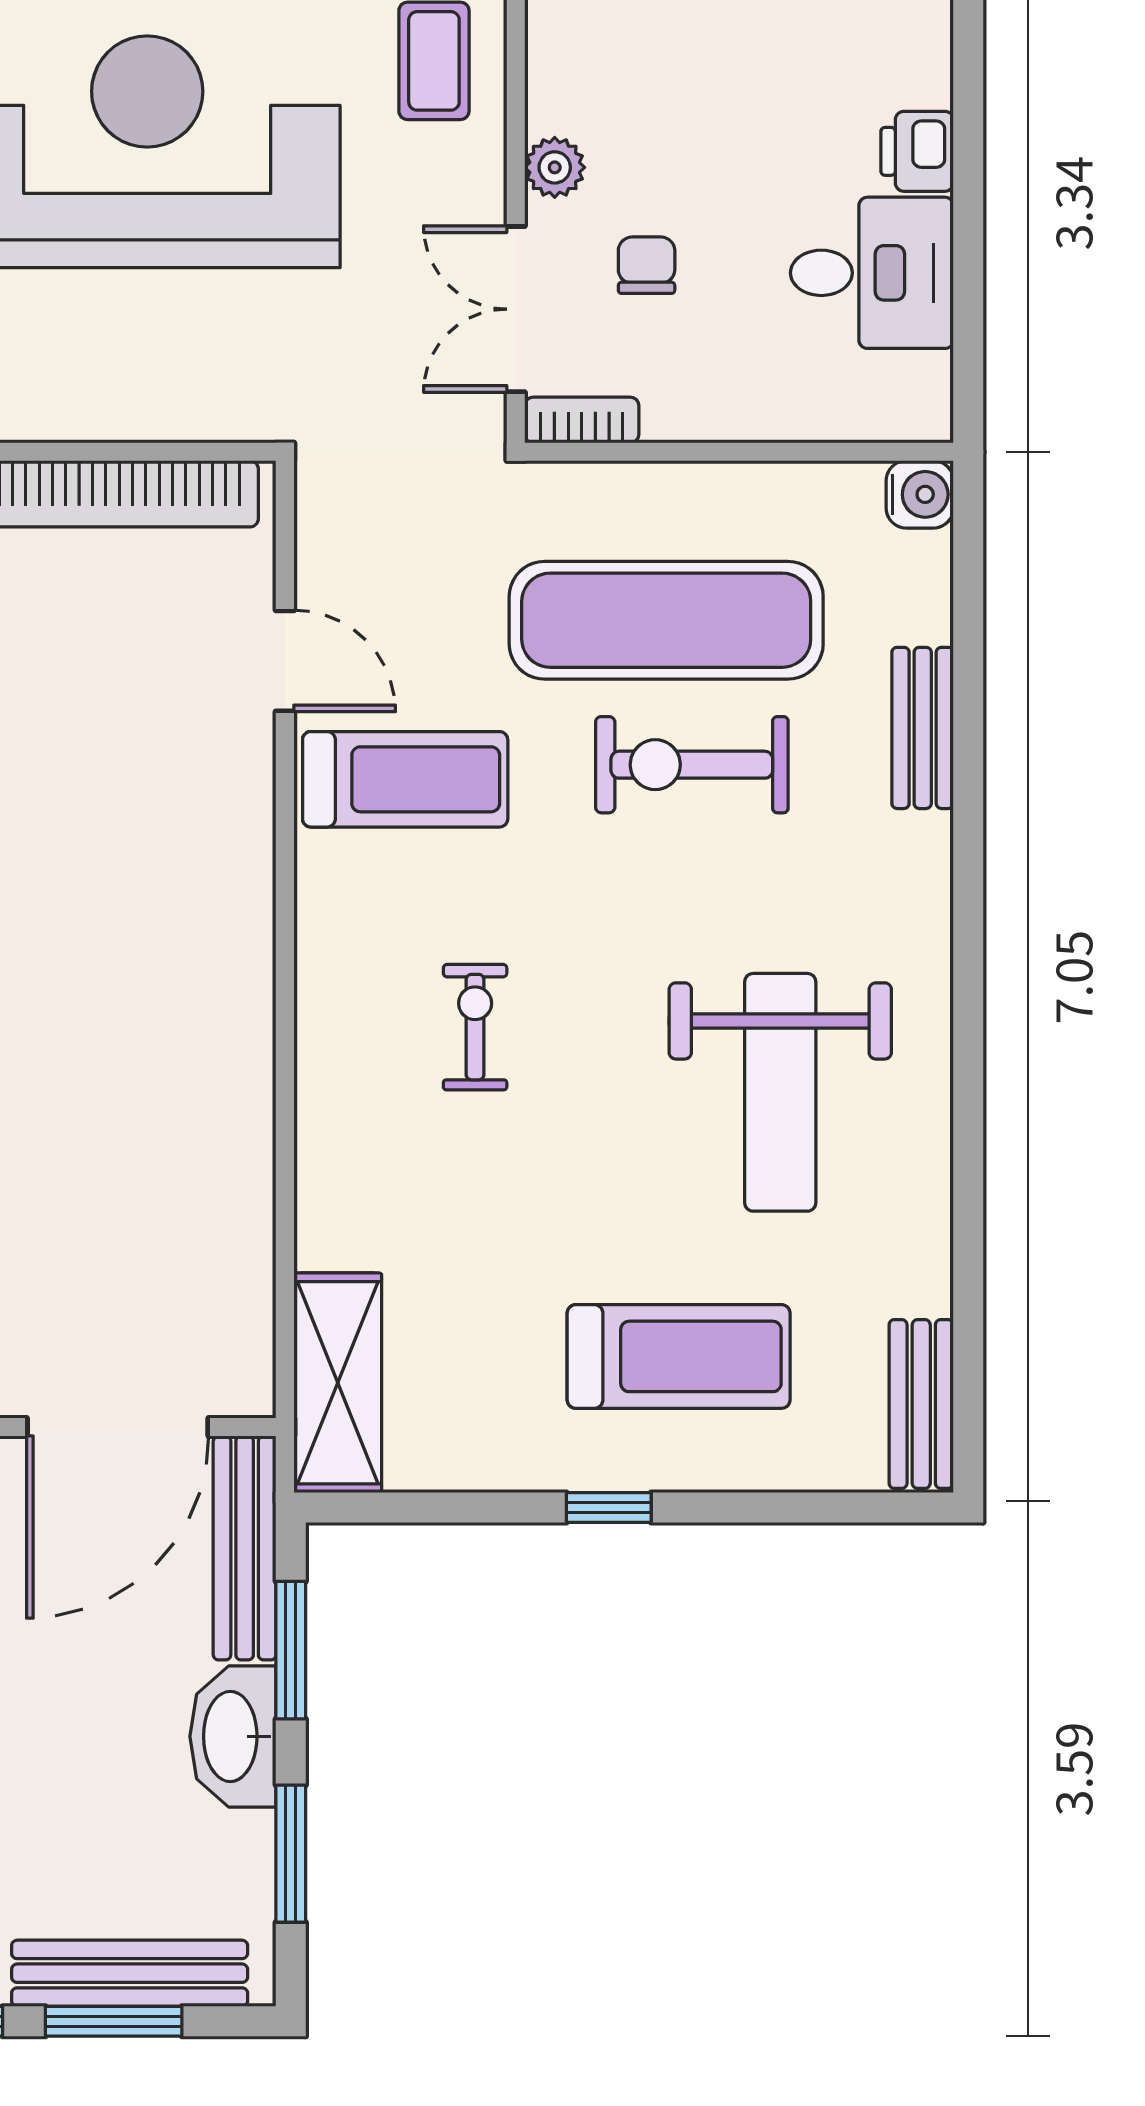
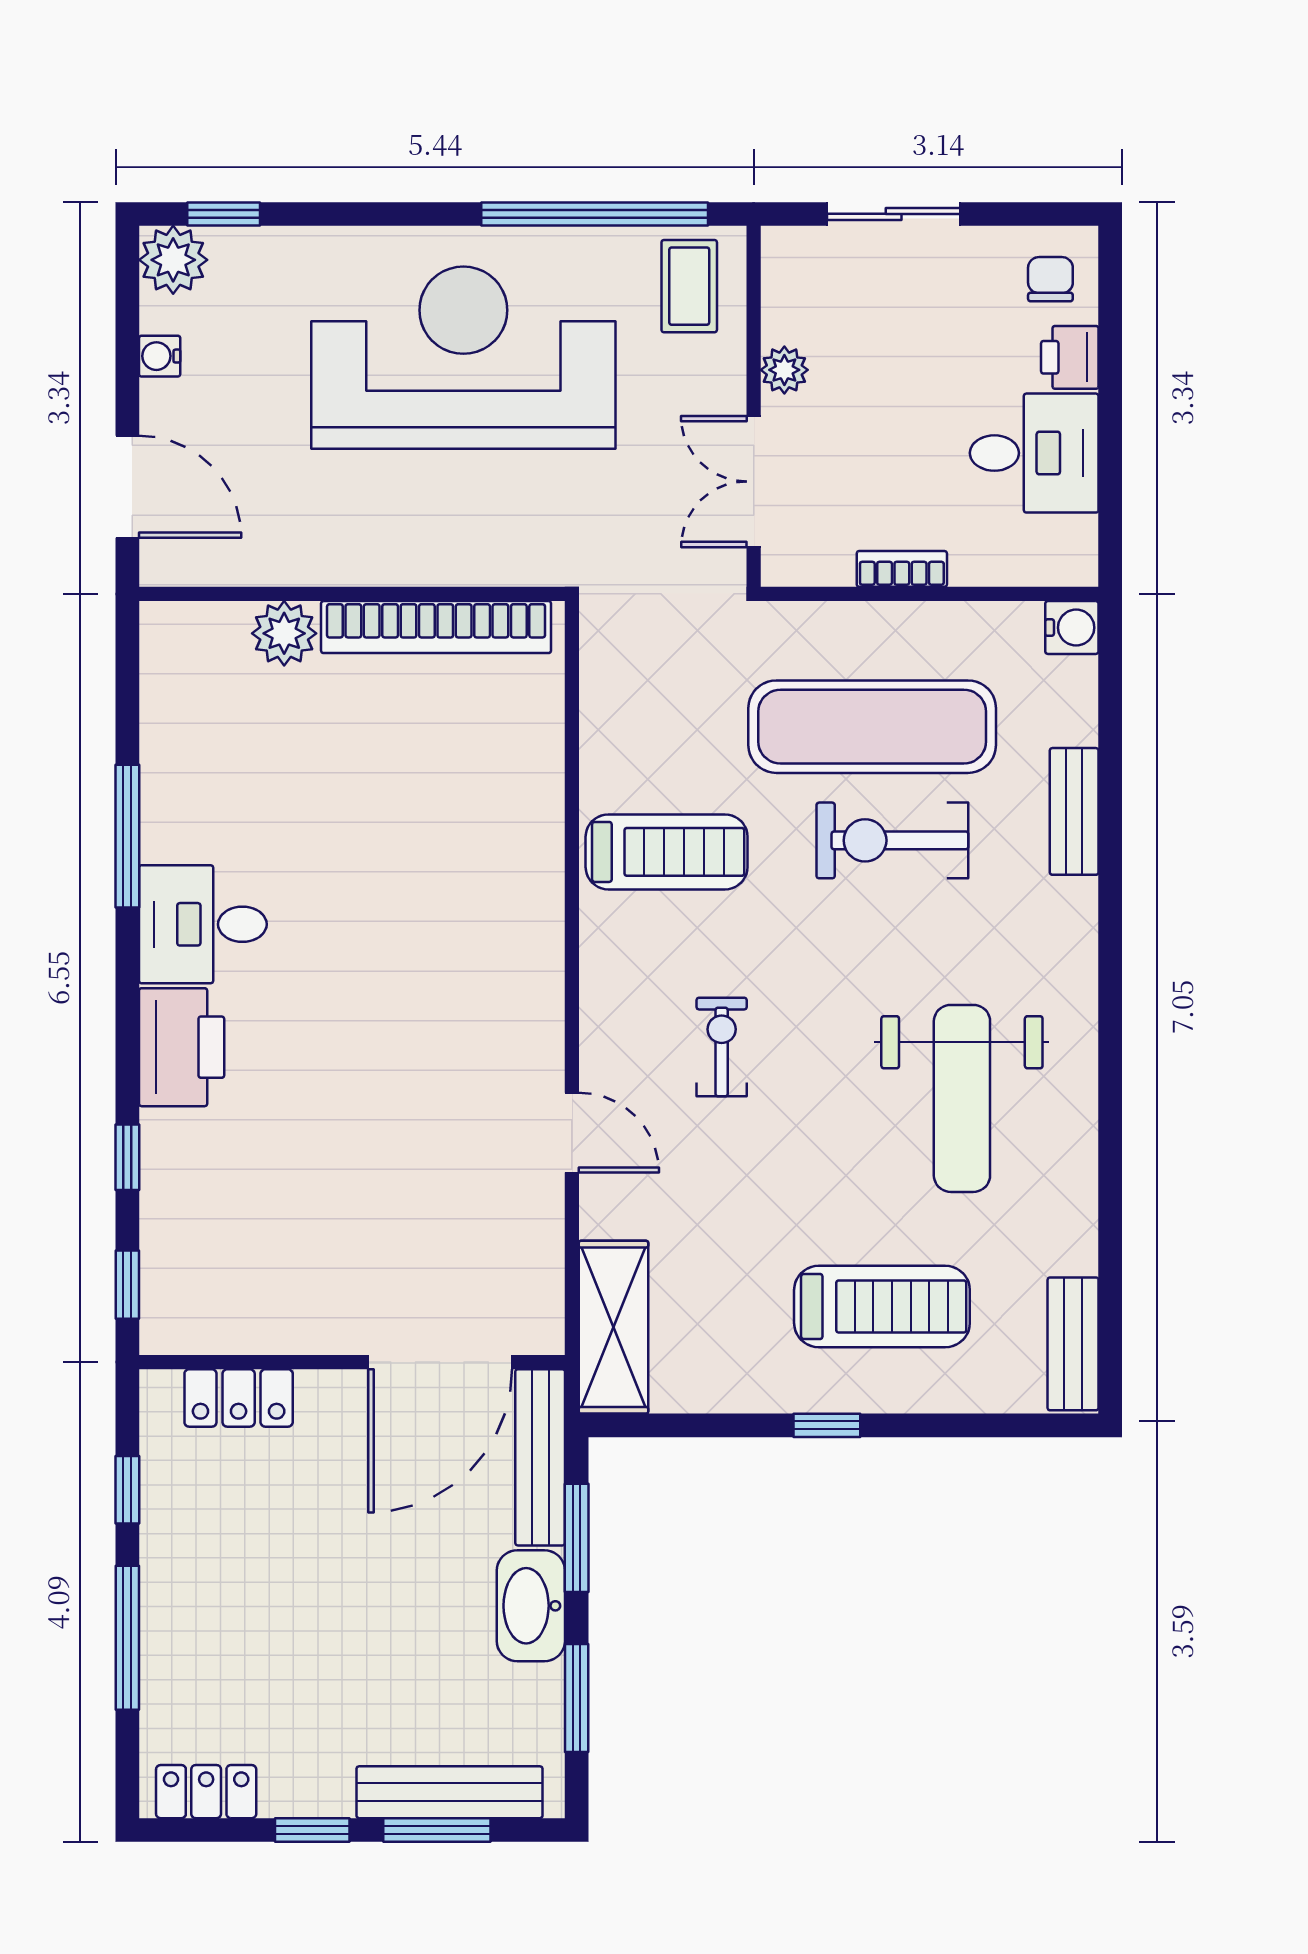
chair: (647, 265) -> (1050, 279), moved
bookcase: (582, 420) -> (902, 569), moved
door: (285, 661) -> (572, 1133), moved

